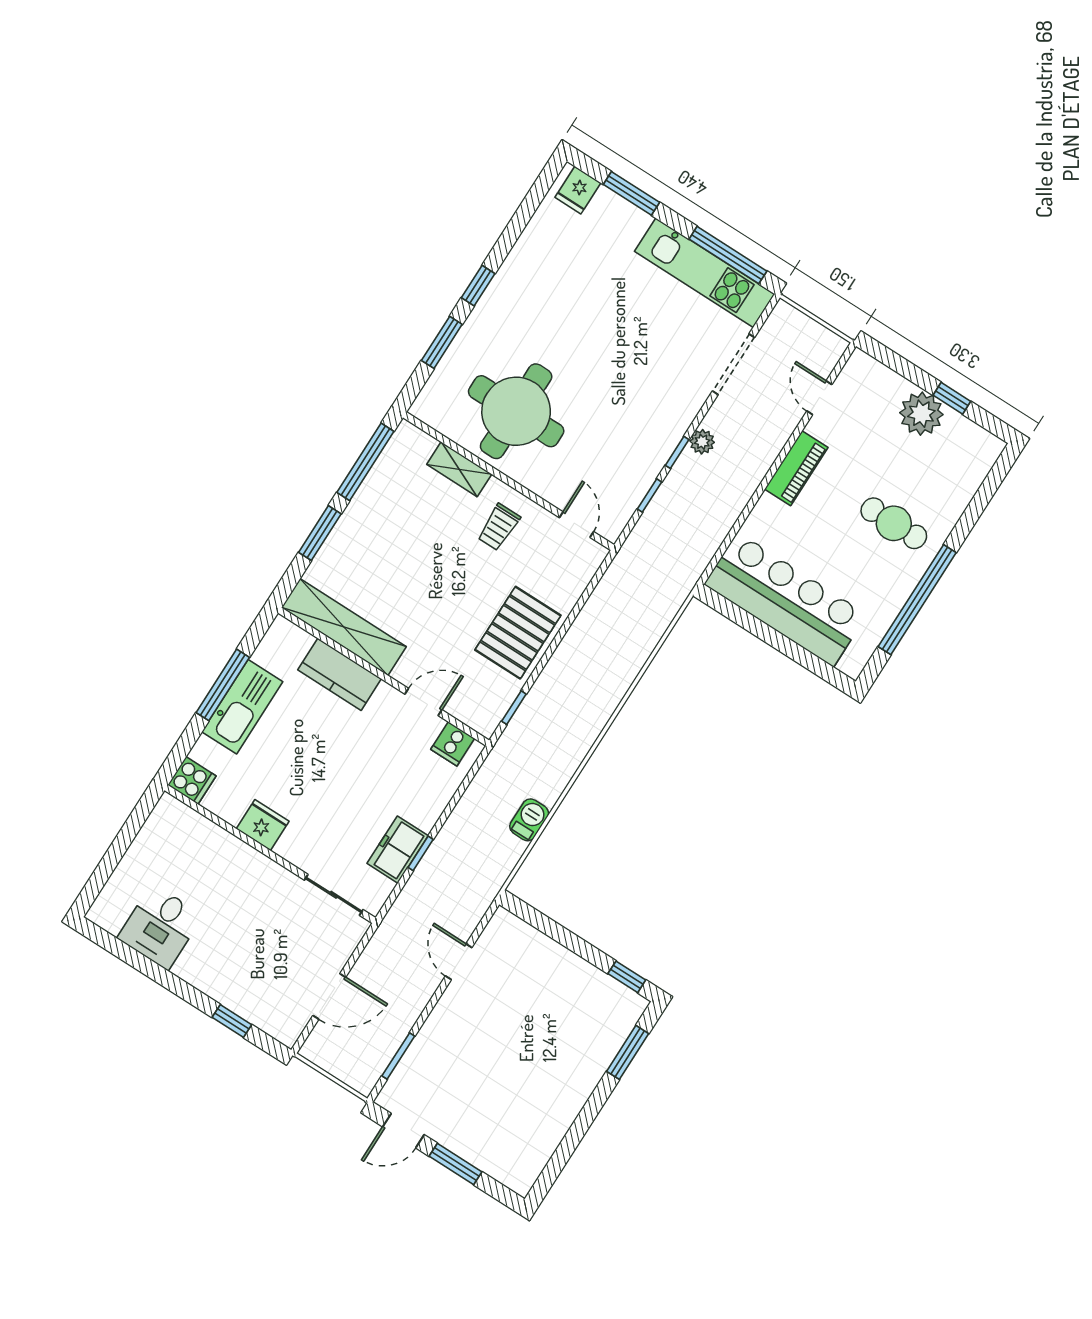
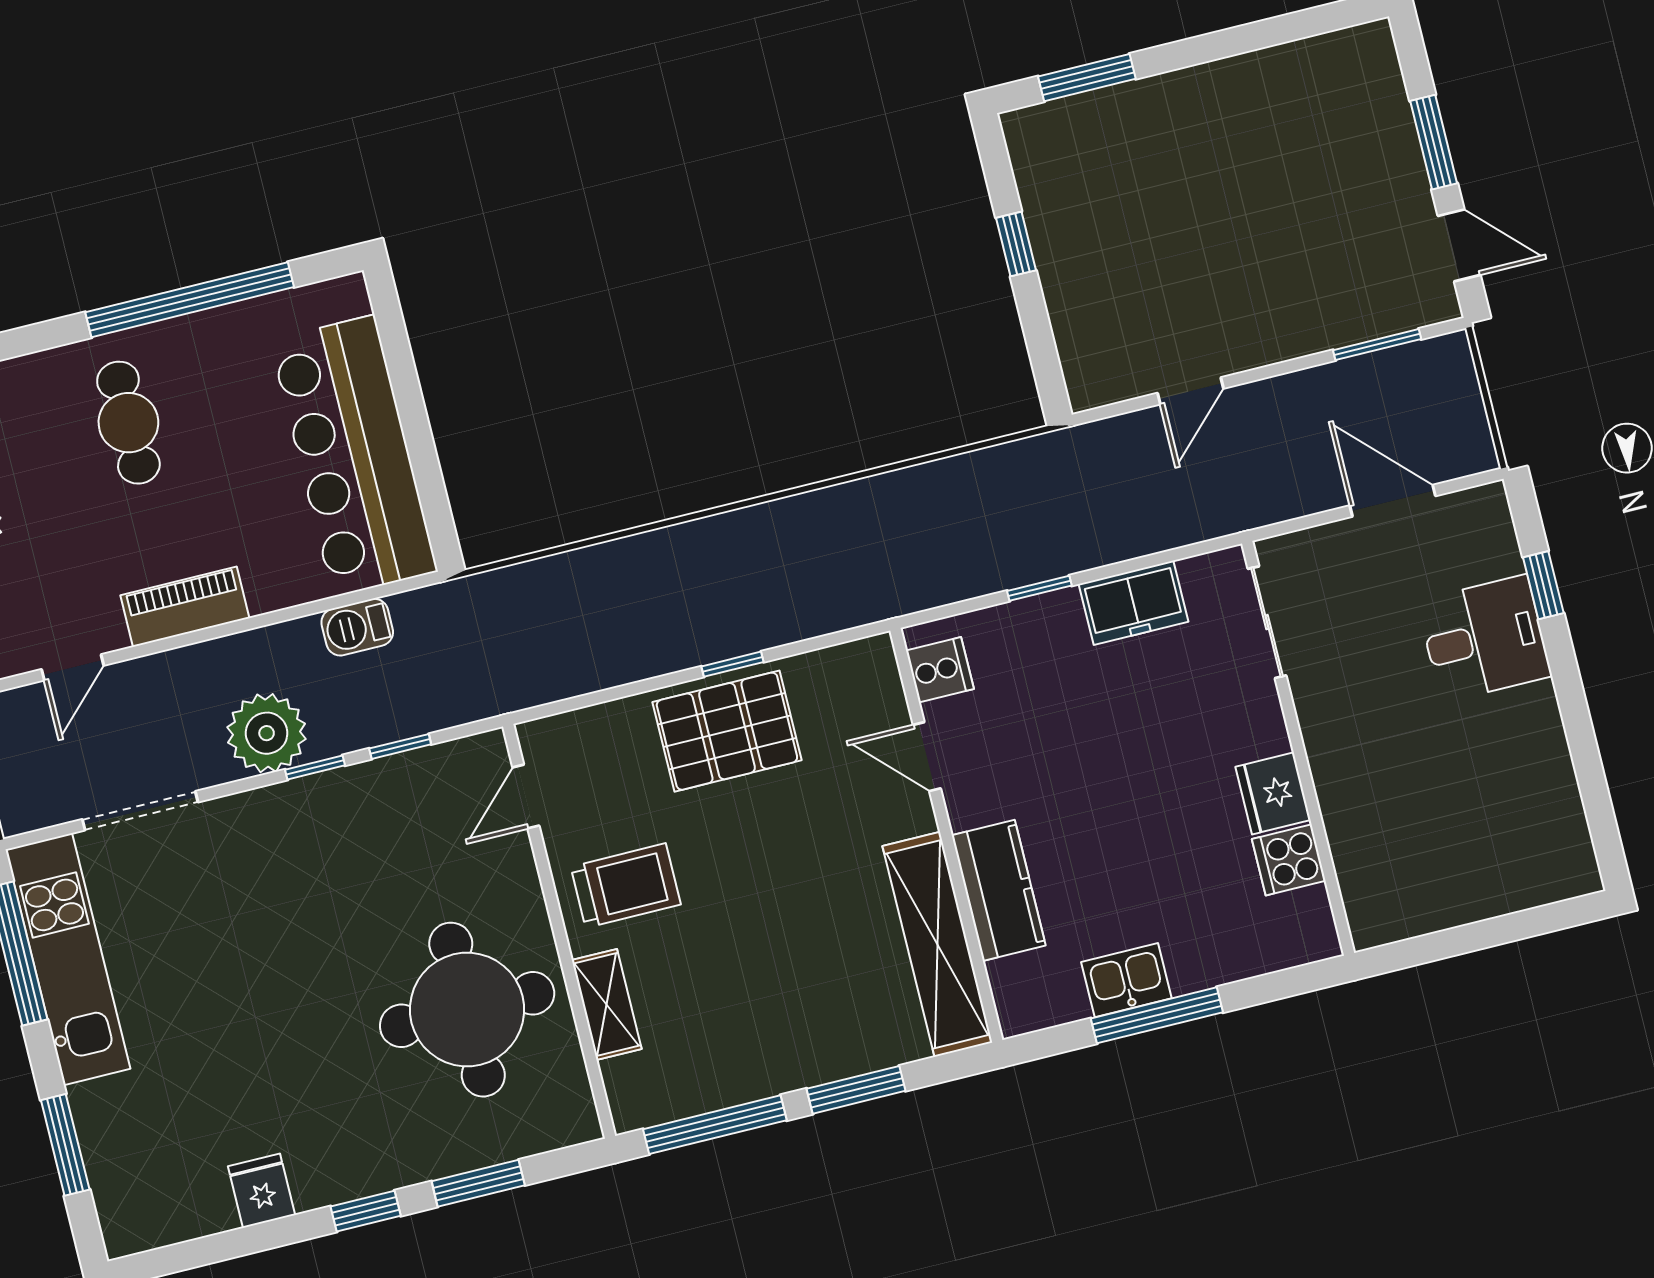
fridge: (578, 190) -> (262, 1191), moved, turned -90
plant: (702, 442) -> (267, 733), width x1.88, depth x1.88
trolley: (499, 527) -> (626, 886), width x1.36, depth x1.39
kitchen sink: (242, 707) -> (1126, 980), width x0.53, depth x0.81
window: (514, 708) -> (733, 664), moved
cooker: (192, 780) -> (1289, 860), moved, turned -90
barbecue: (529, 820) -> (357, 627), moved
window: (421, 853) -> (1039, 588), moved
desk: (160, 927) -> (1484, 639), moved
window: (627, 977) -> (1016, 244), moved

